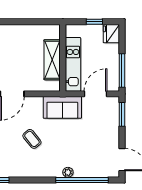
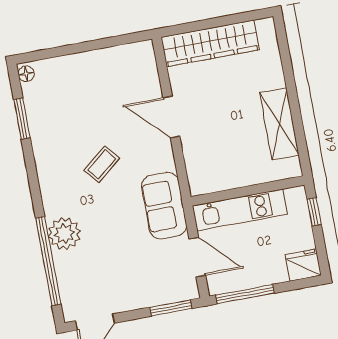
window: (94, 22) -> (314, 212), moved
shelving: (52, 60) -> (279, 124), moved, turned 90
plant: (68, 172) -> (64, 234), width x1.87, depth x1.87

